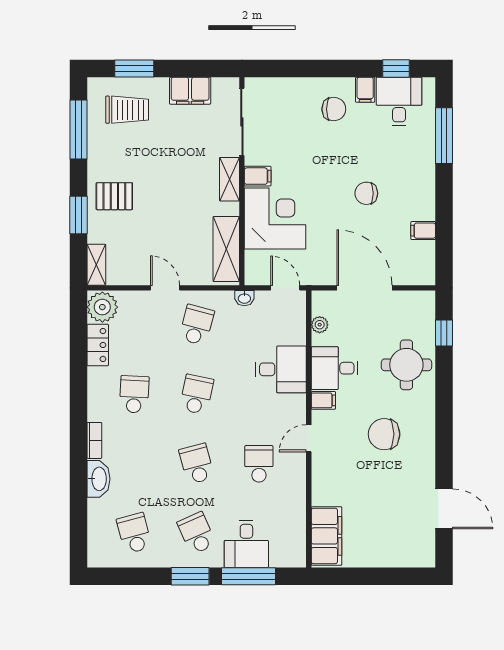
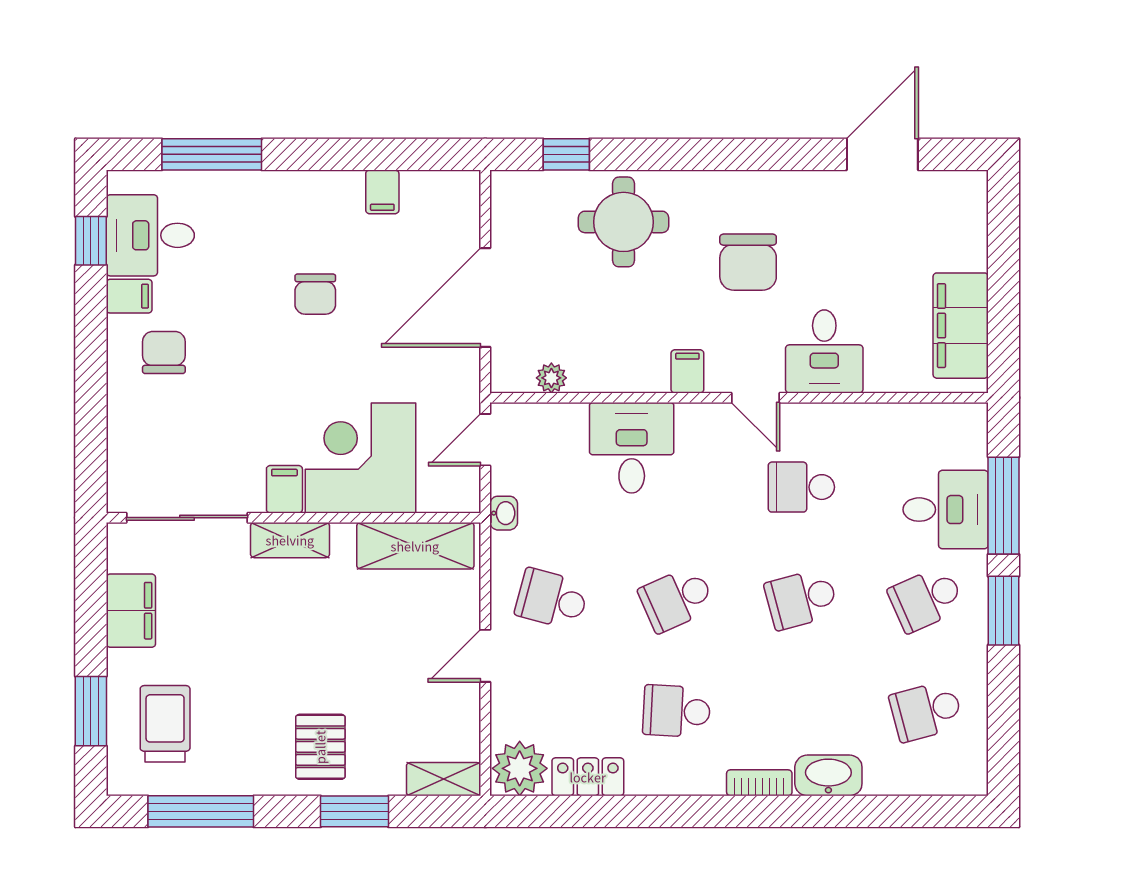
desk: (334, 368) -> (824, 351), moved
school desk: (197, 394) -> (677, 599), turned -36
filing cabinet: (326, 536) -> (961, 326), moved, turned -90

